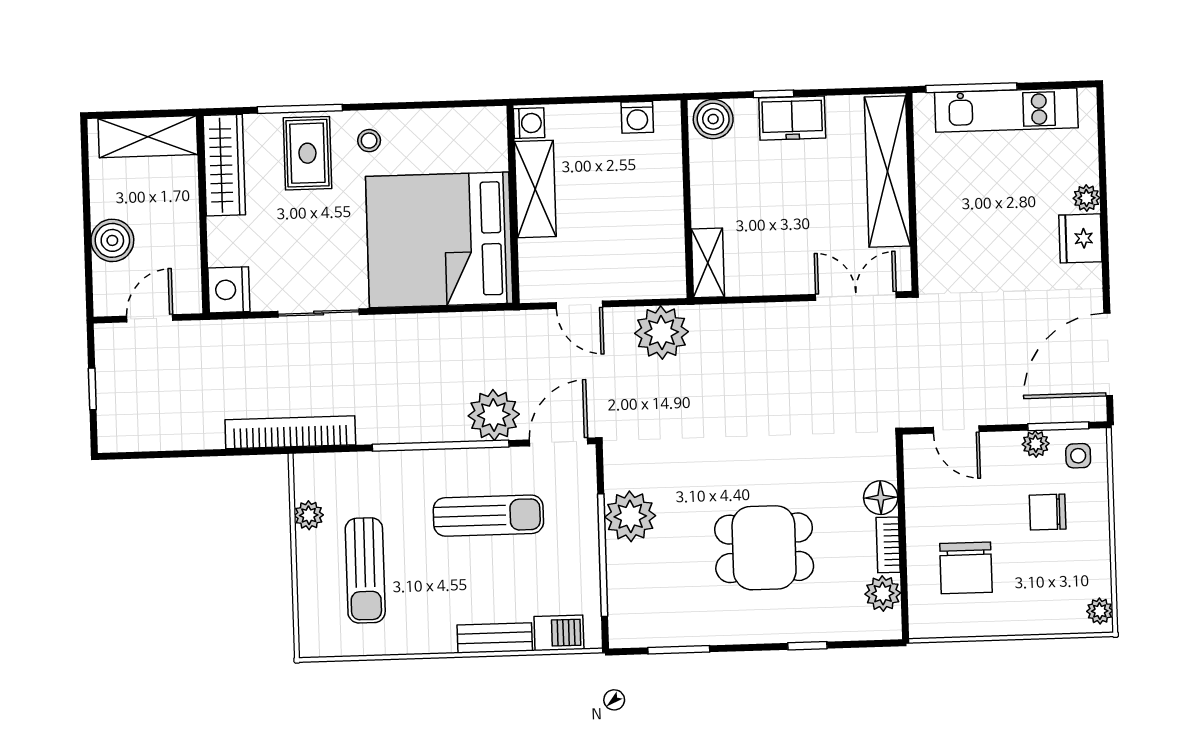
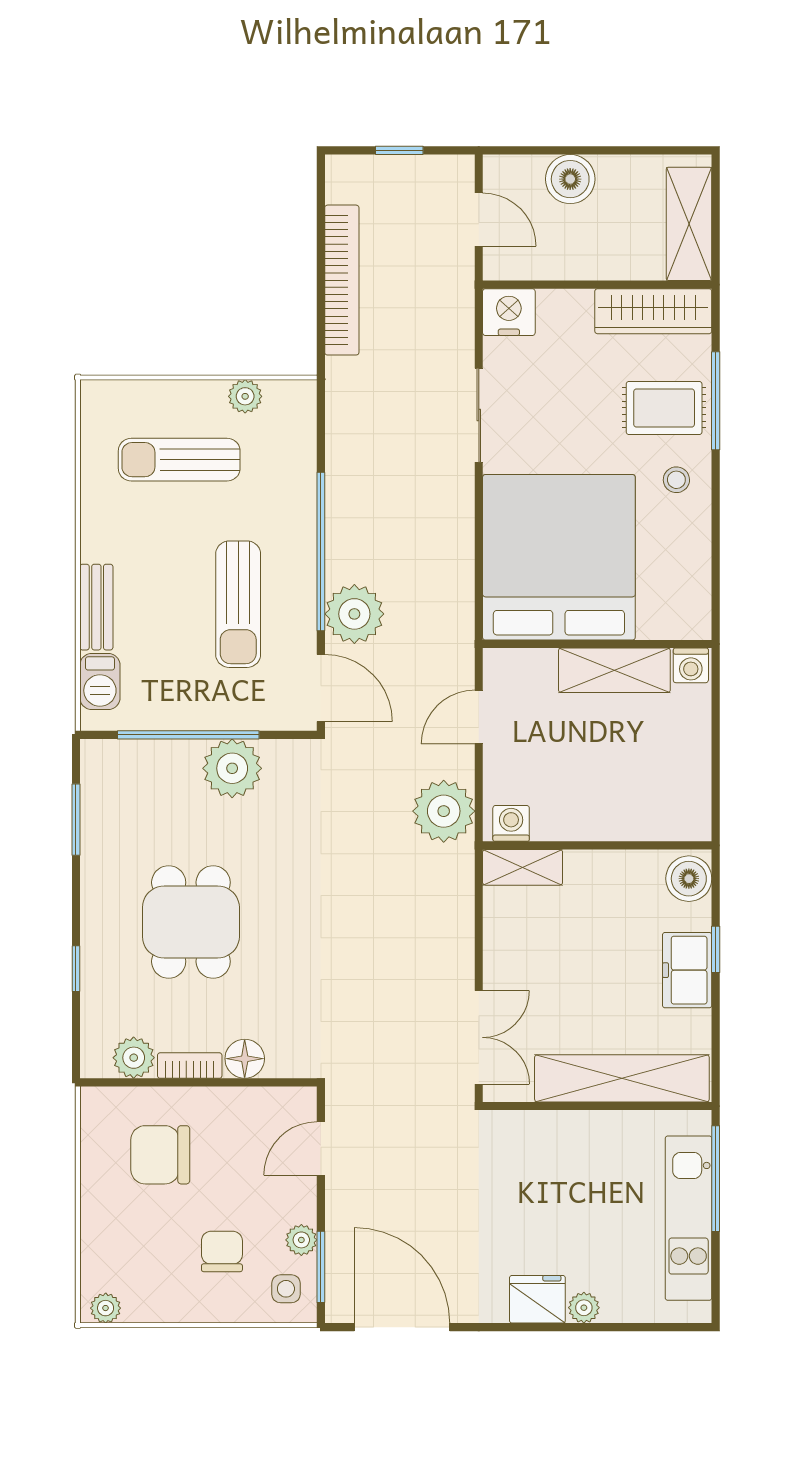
washing machine: (637, 117) -> (511, 823), moved, turned 90
bookcase: (290, 432) -> (342, 280), moved

